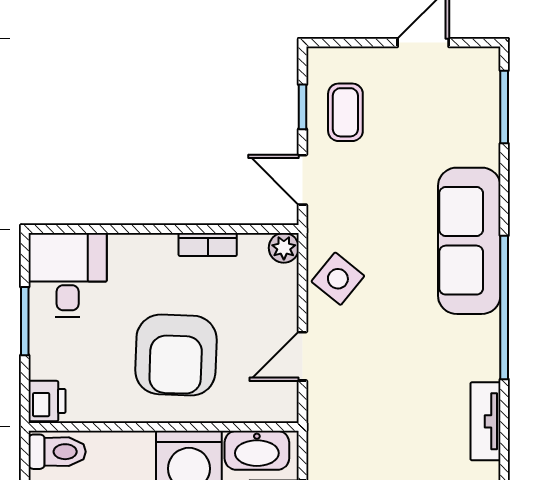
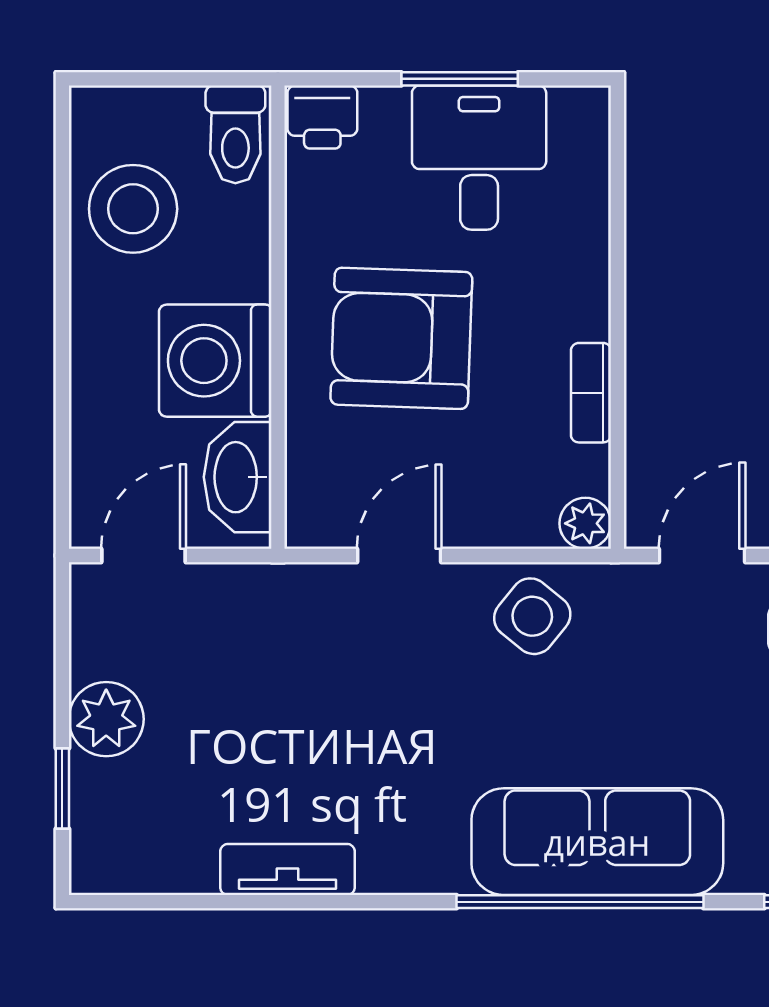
desk: (68, 275) -> (479, 158), moved, turned -90
window: (504, 307) -> (580, 902), moved
door: (303, 356) -> (399, 556), hinge flipped

